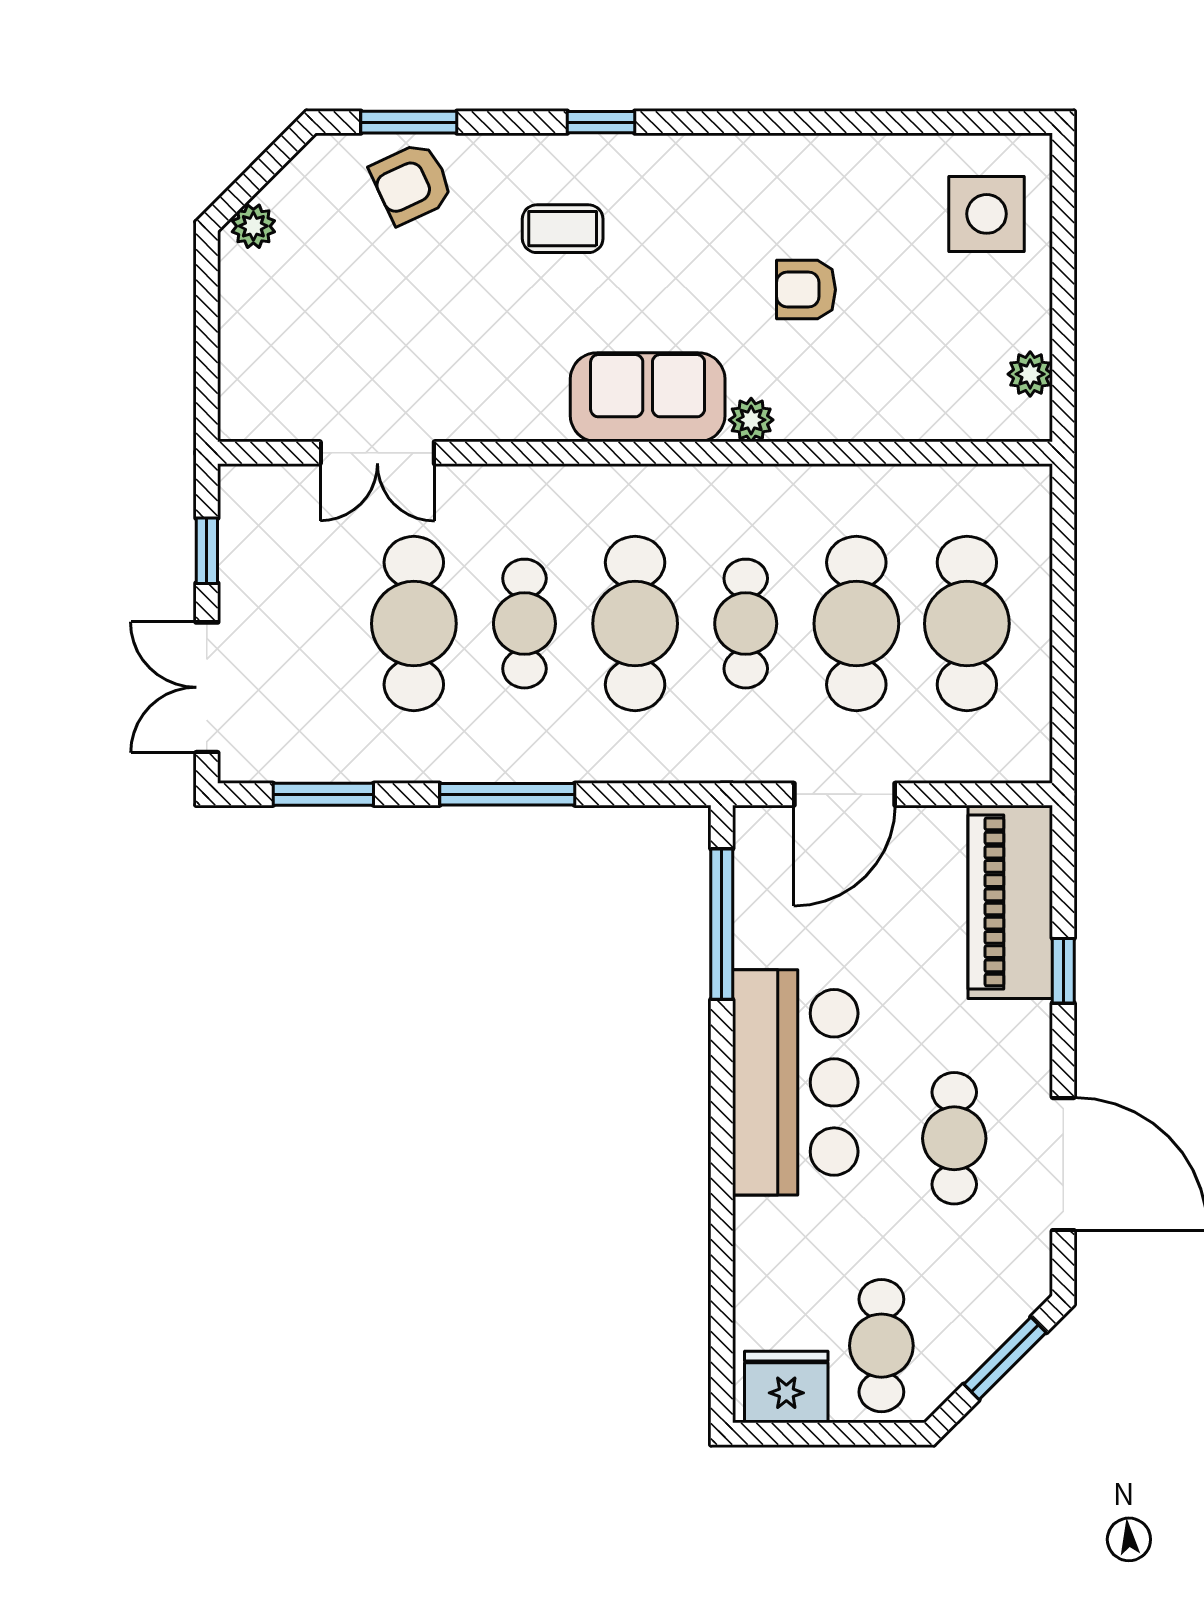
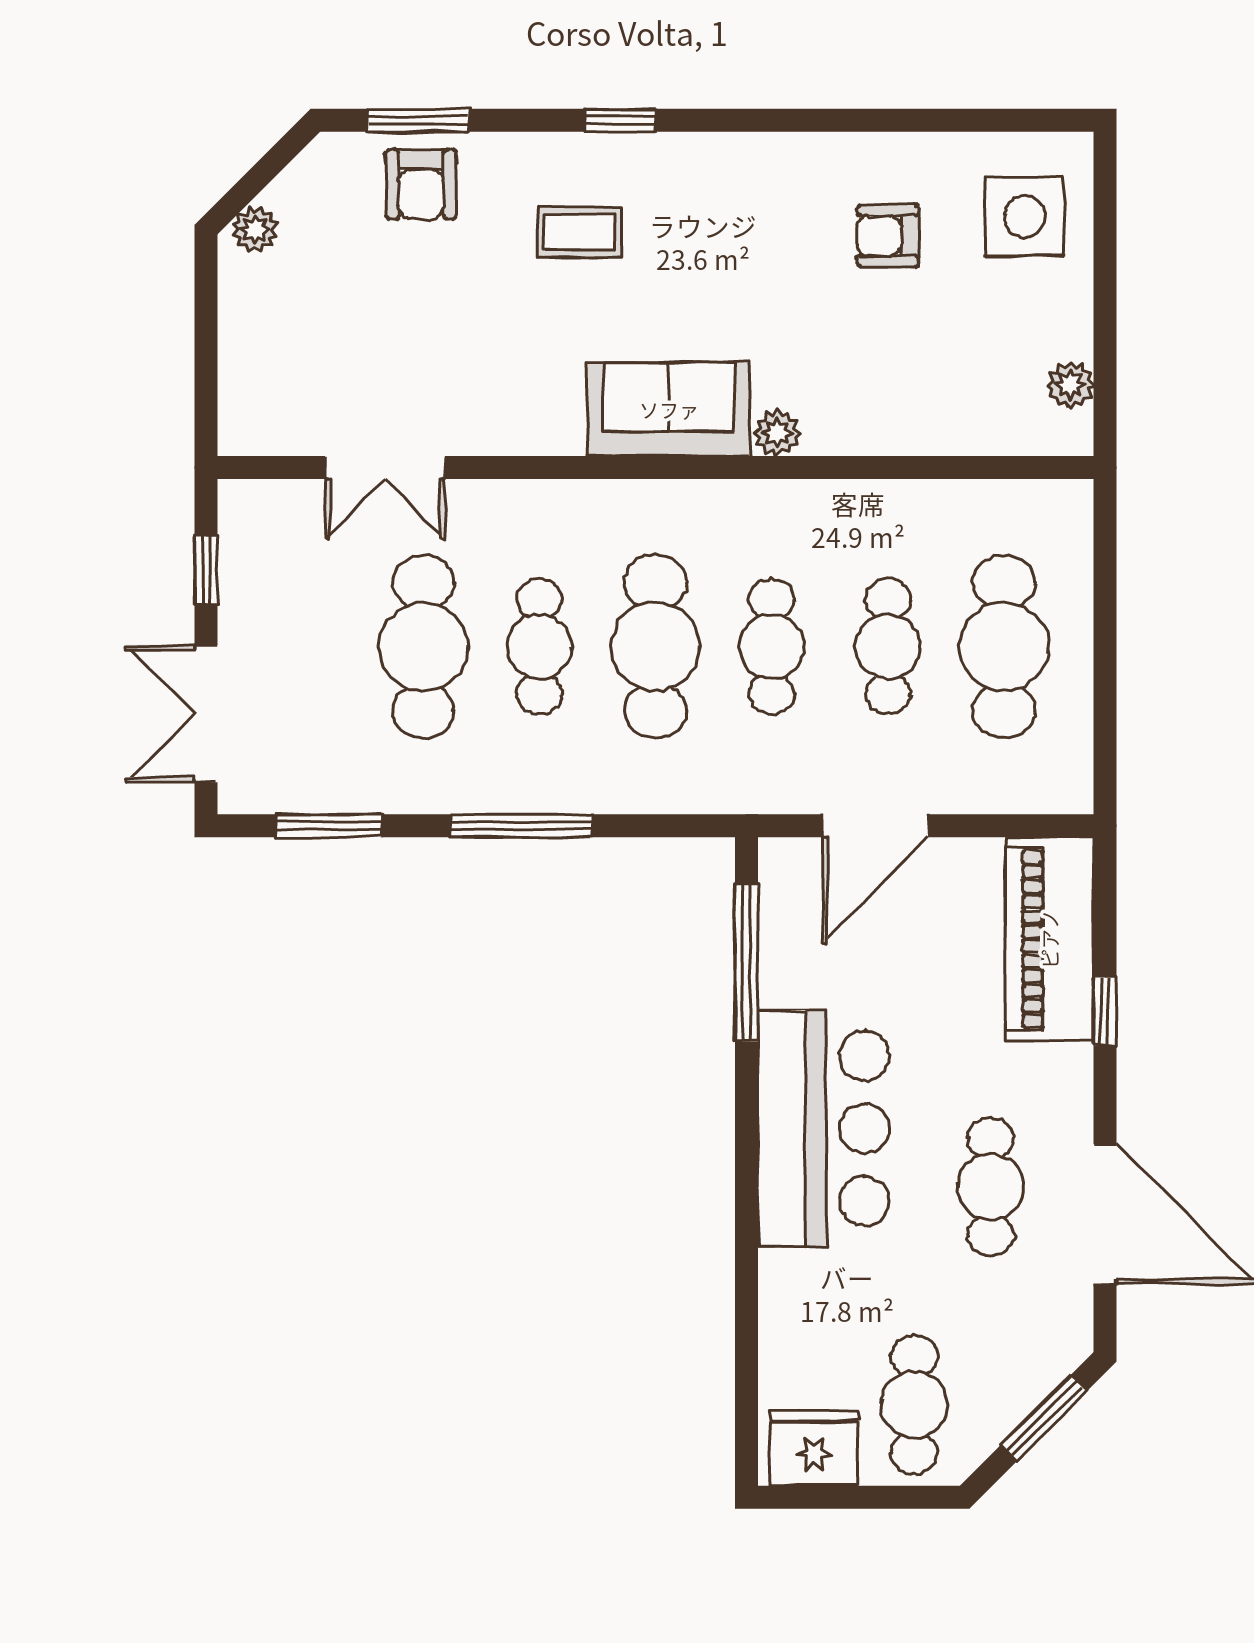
armchair: (412, 183) -> (421, 184), turned -65
armchair: (806, 290) -> (888, 236), moved
cafe table: (856, 624) -> (888, 647), width x0.73, depth x0.74

